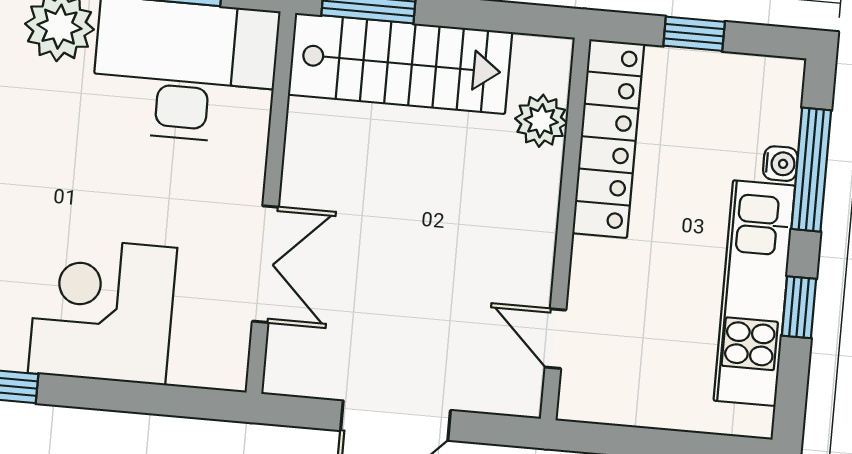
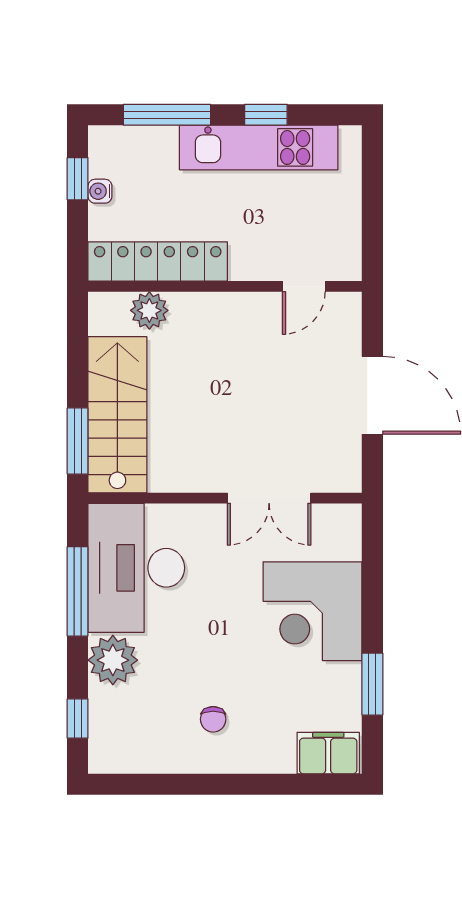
window: (694, 34) -> (78, 179), moved
water cooler: (780, 164) -> (100, 191), moved, turned -90
double door: (265, 264) -> (269, 498), swing flipped

